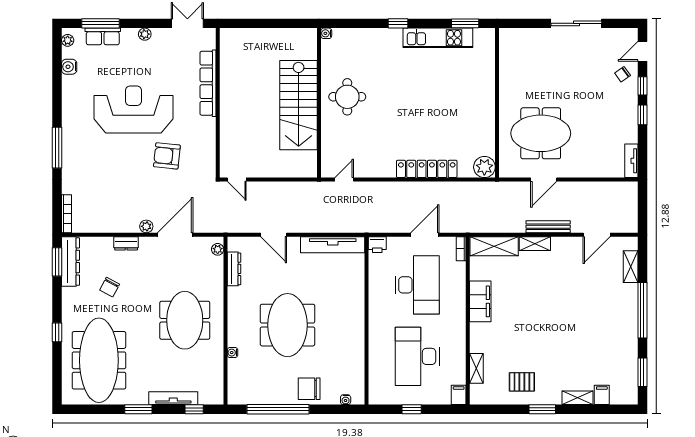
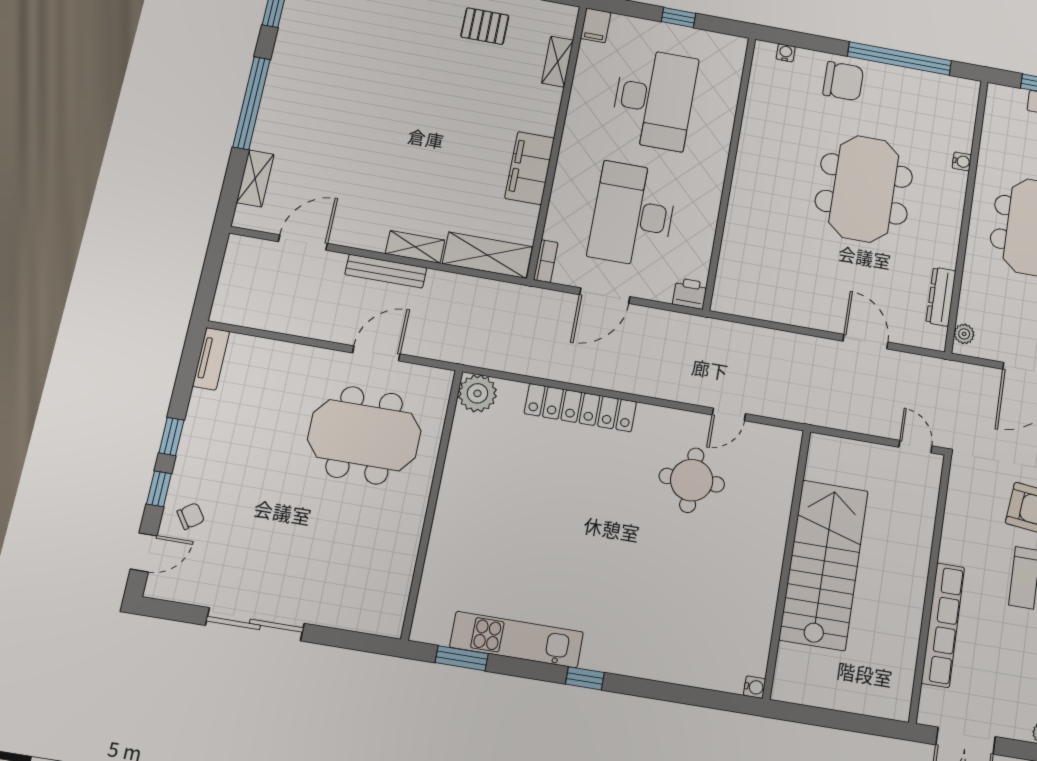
water cooler: (326, 33) -> (755, 687), moved
round table: (347, 97) -> (692, 480), moved
wall: (319, 103) -> (787, 563), moved
stairs: (299, 105) -> (824, 565), moved
tv unit: (333, 245) -> (767, 307), removed

